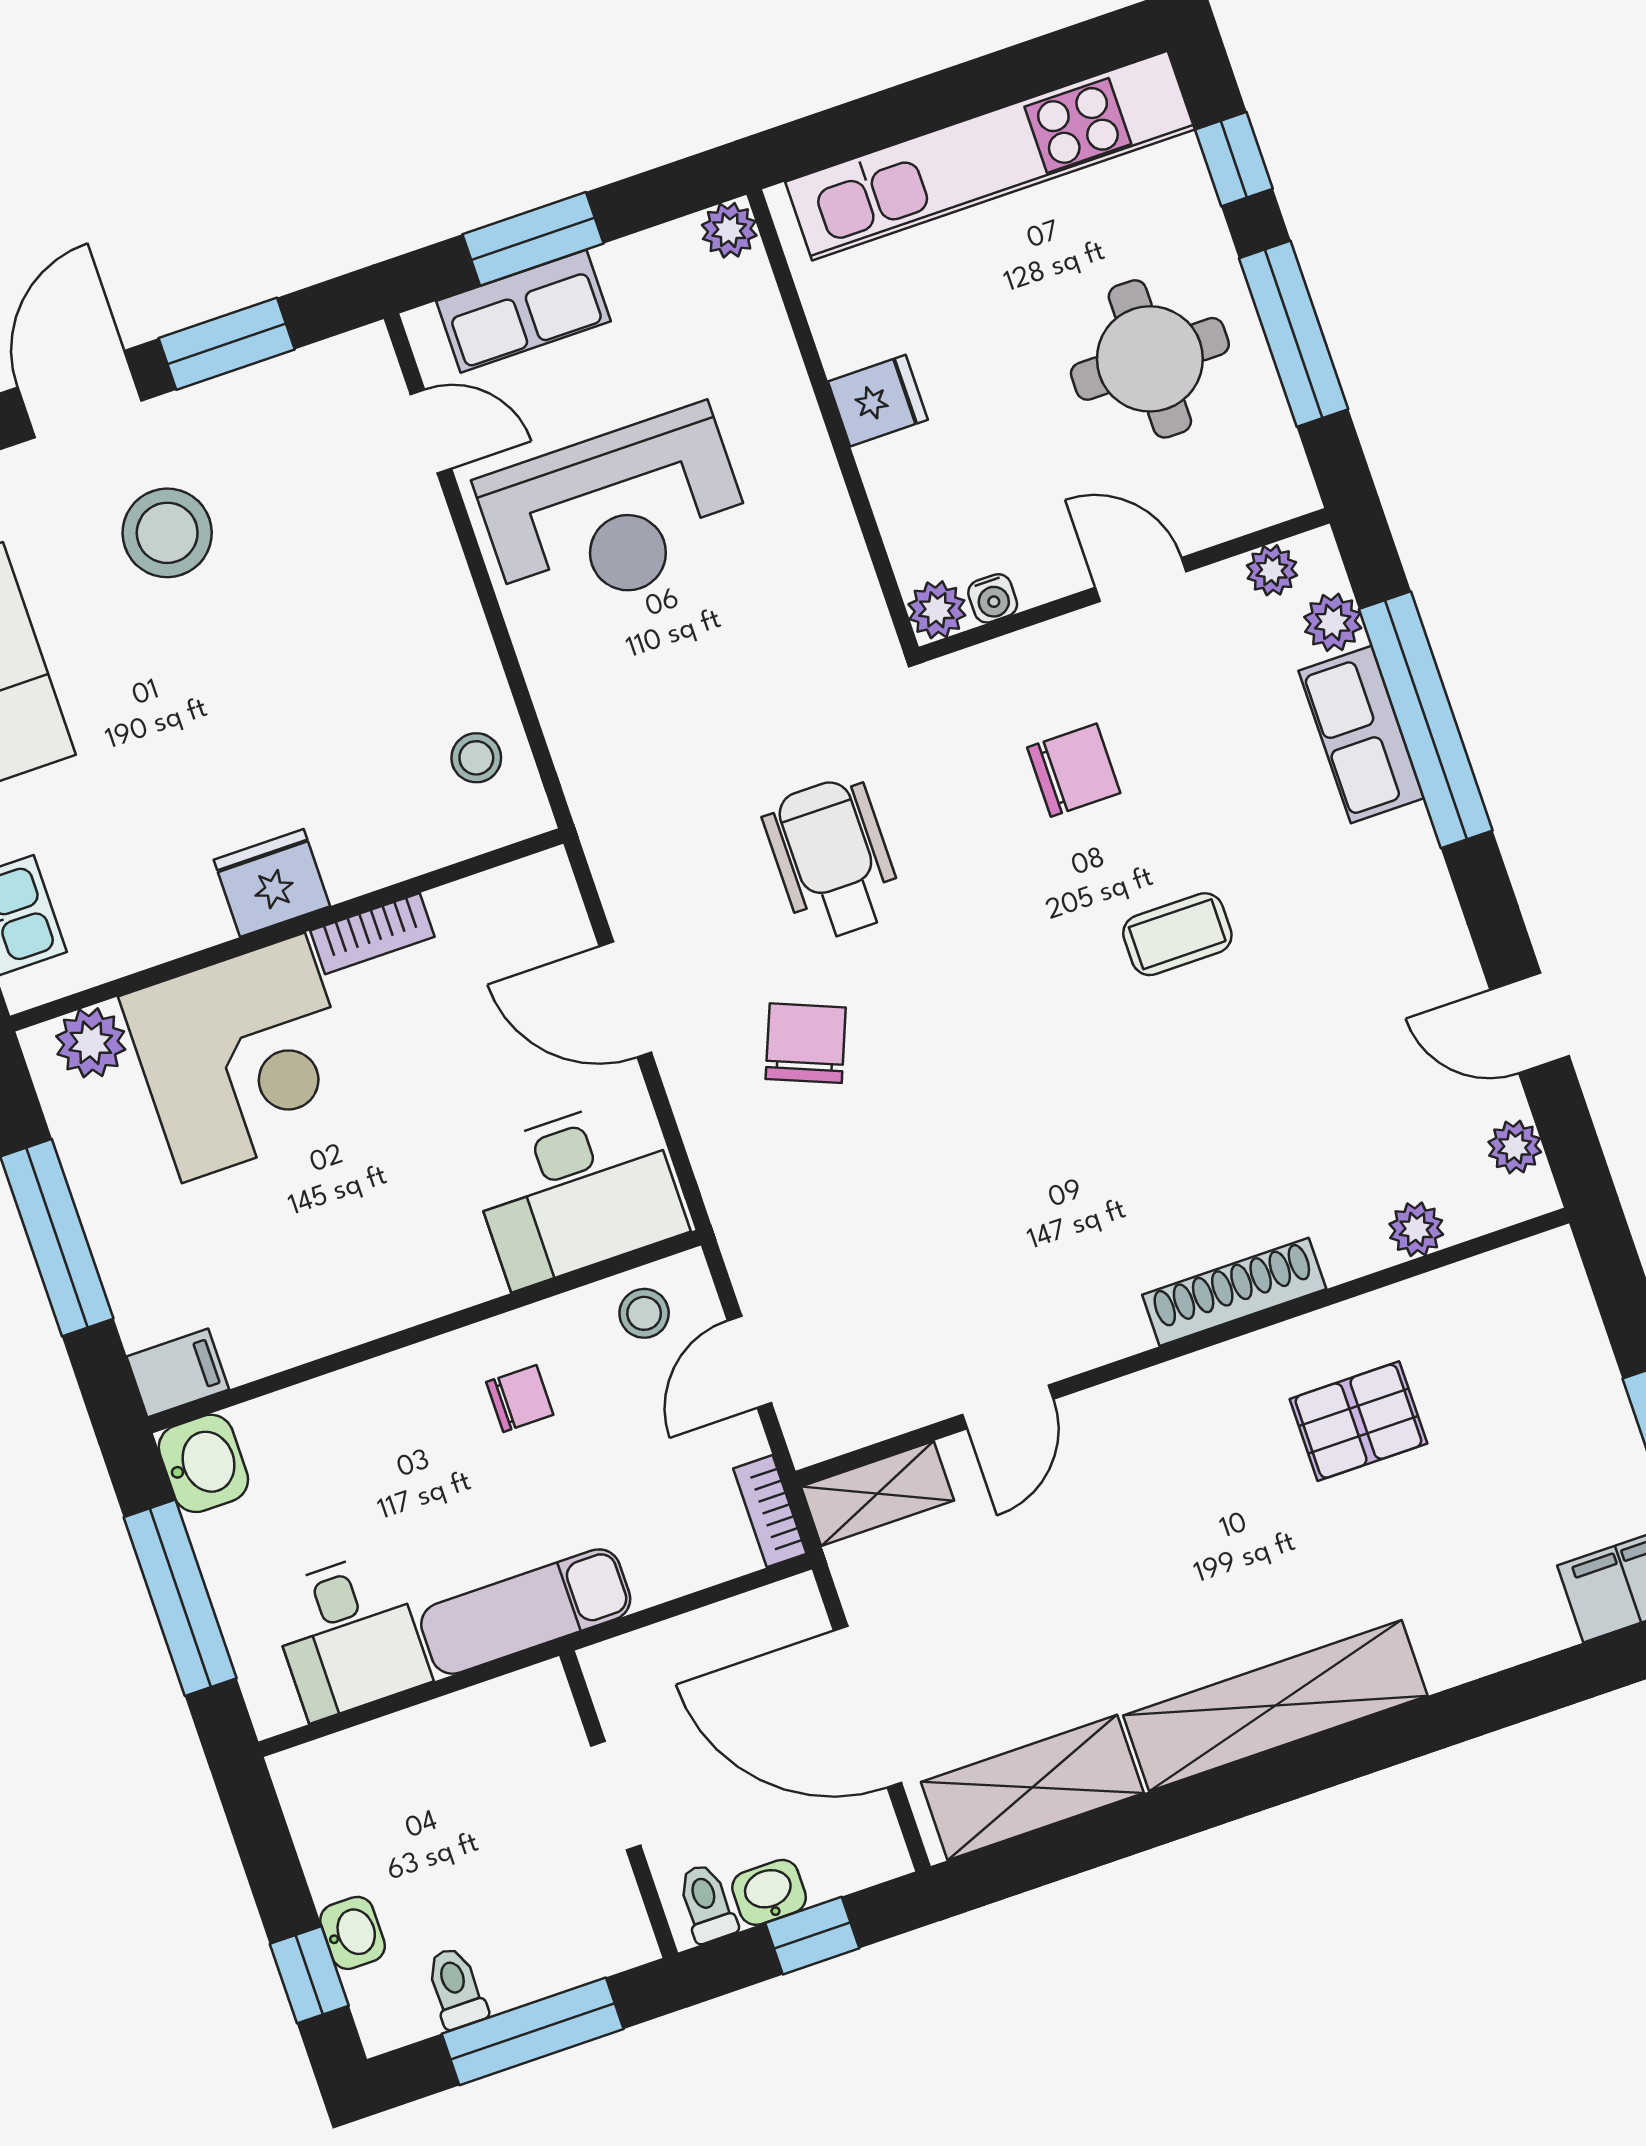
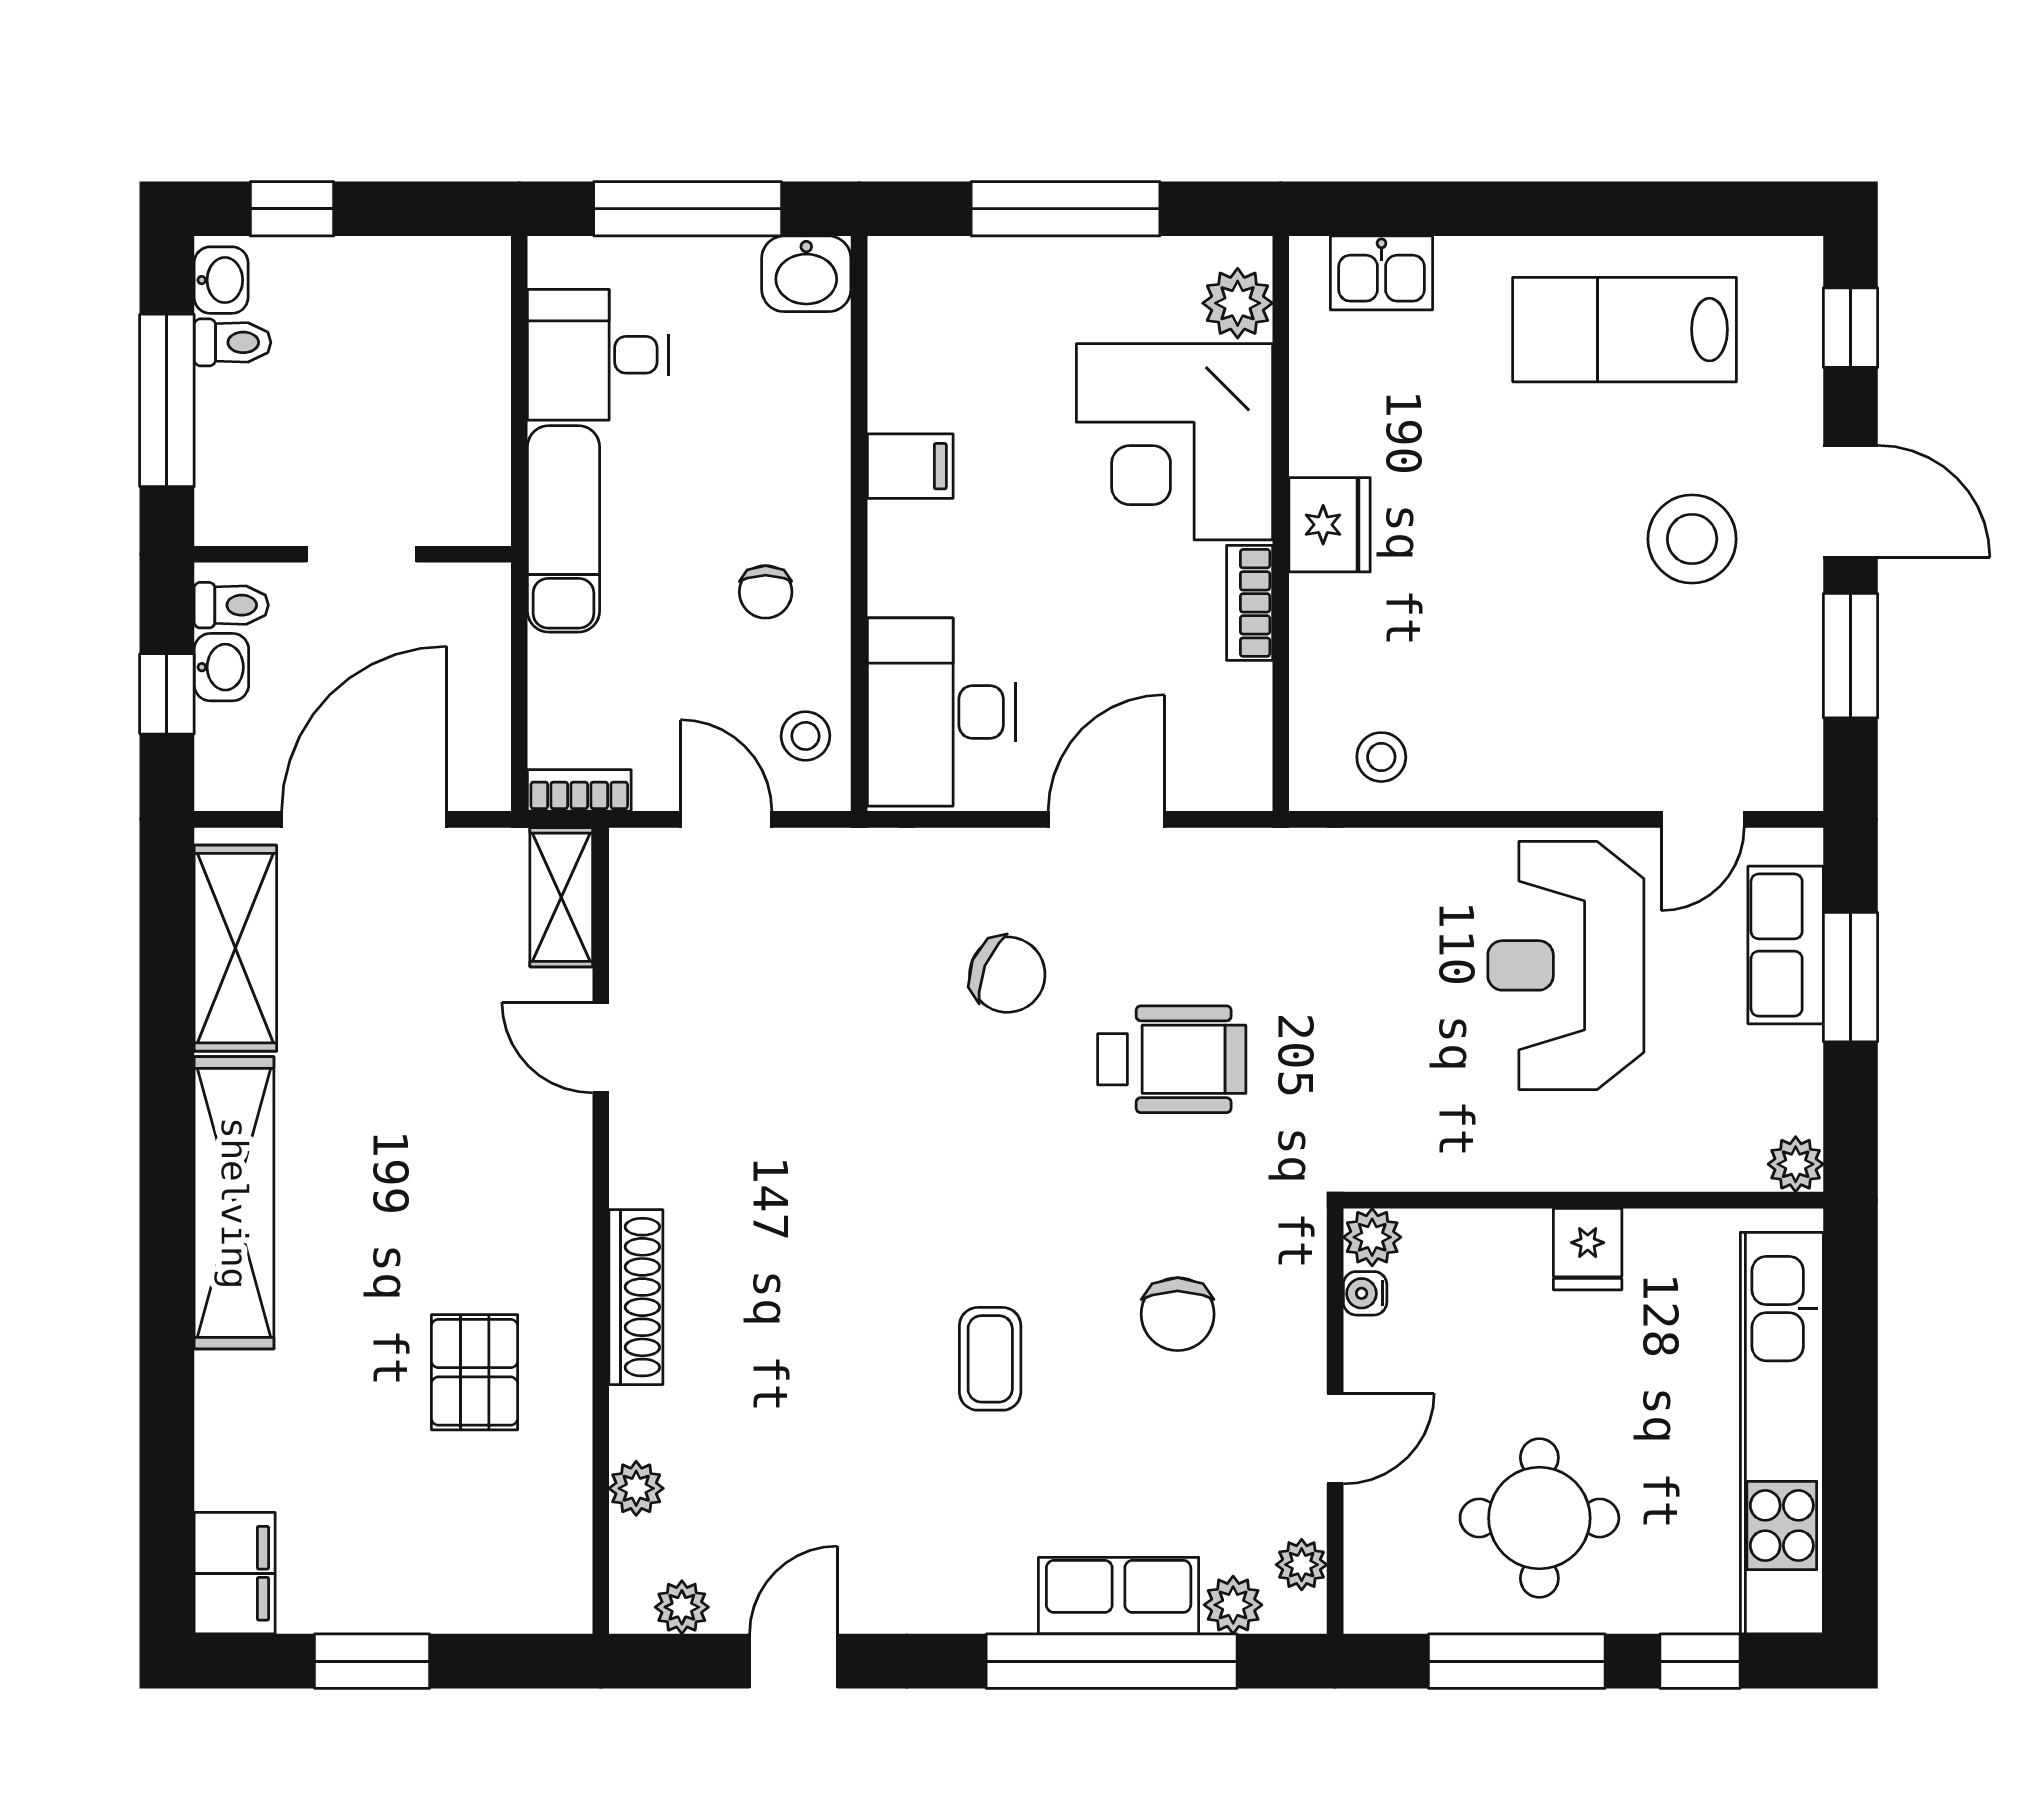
filing cabinet: (178, 1373) -> (910, 466), moved, turned -90
washbasin: (353, 1933) -> (221, 280), moved, turned -90

